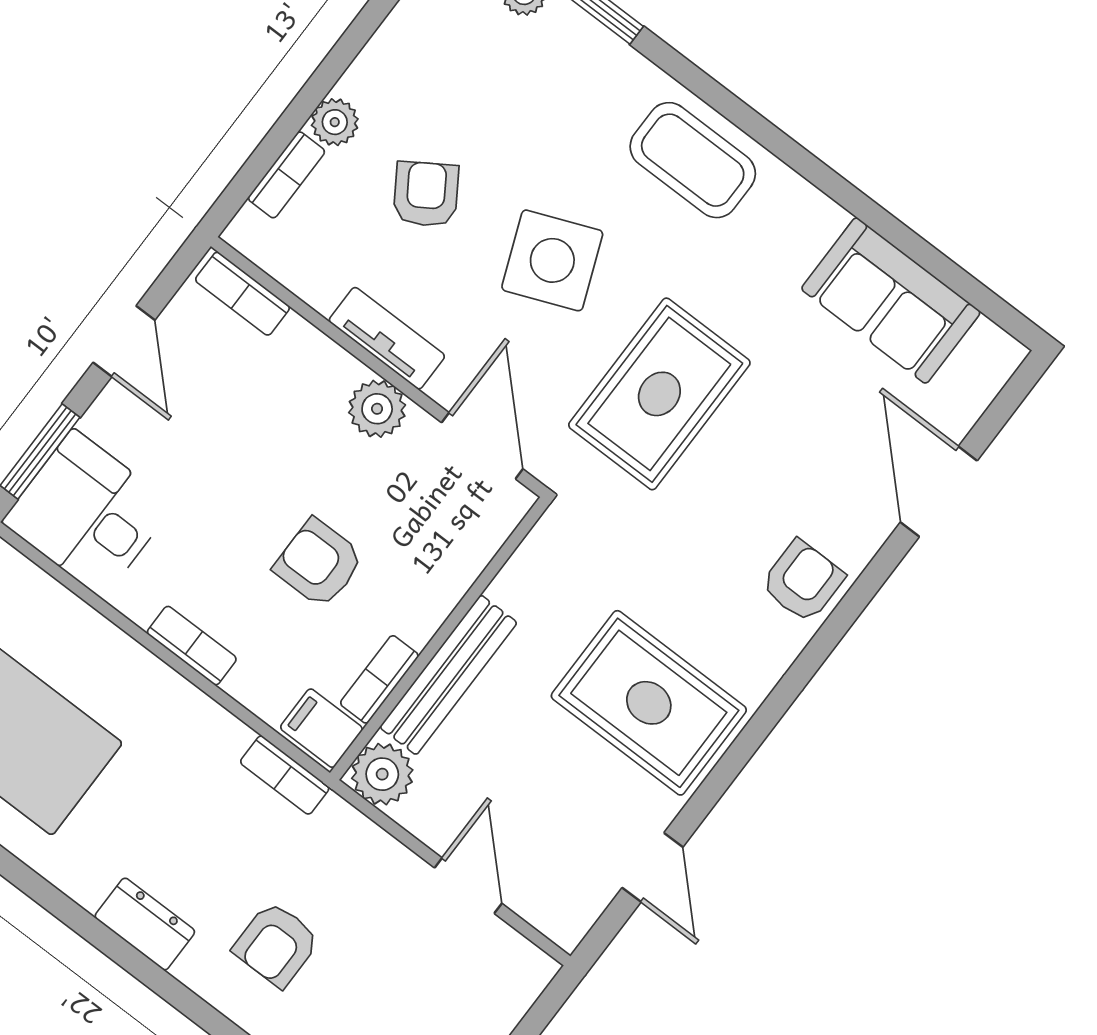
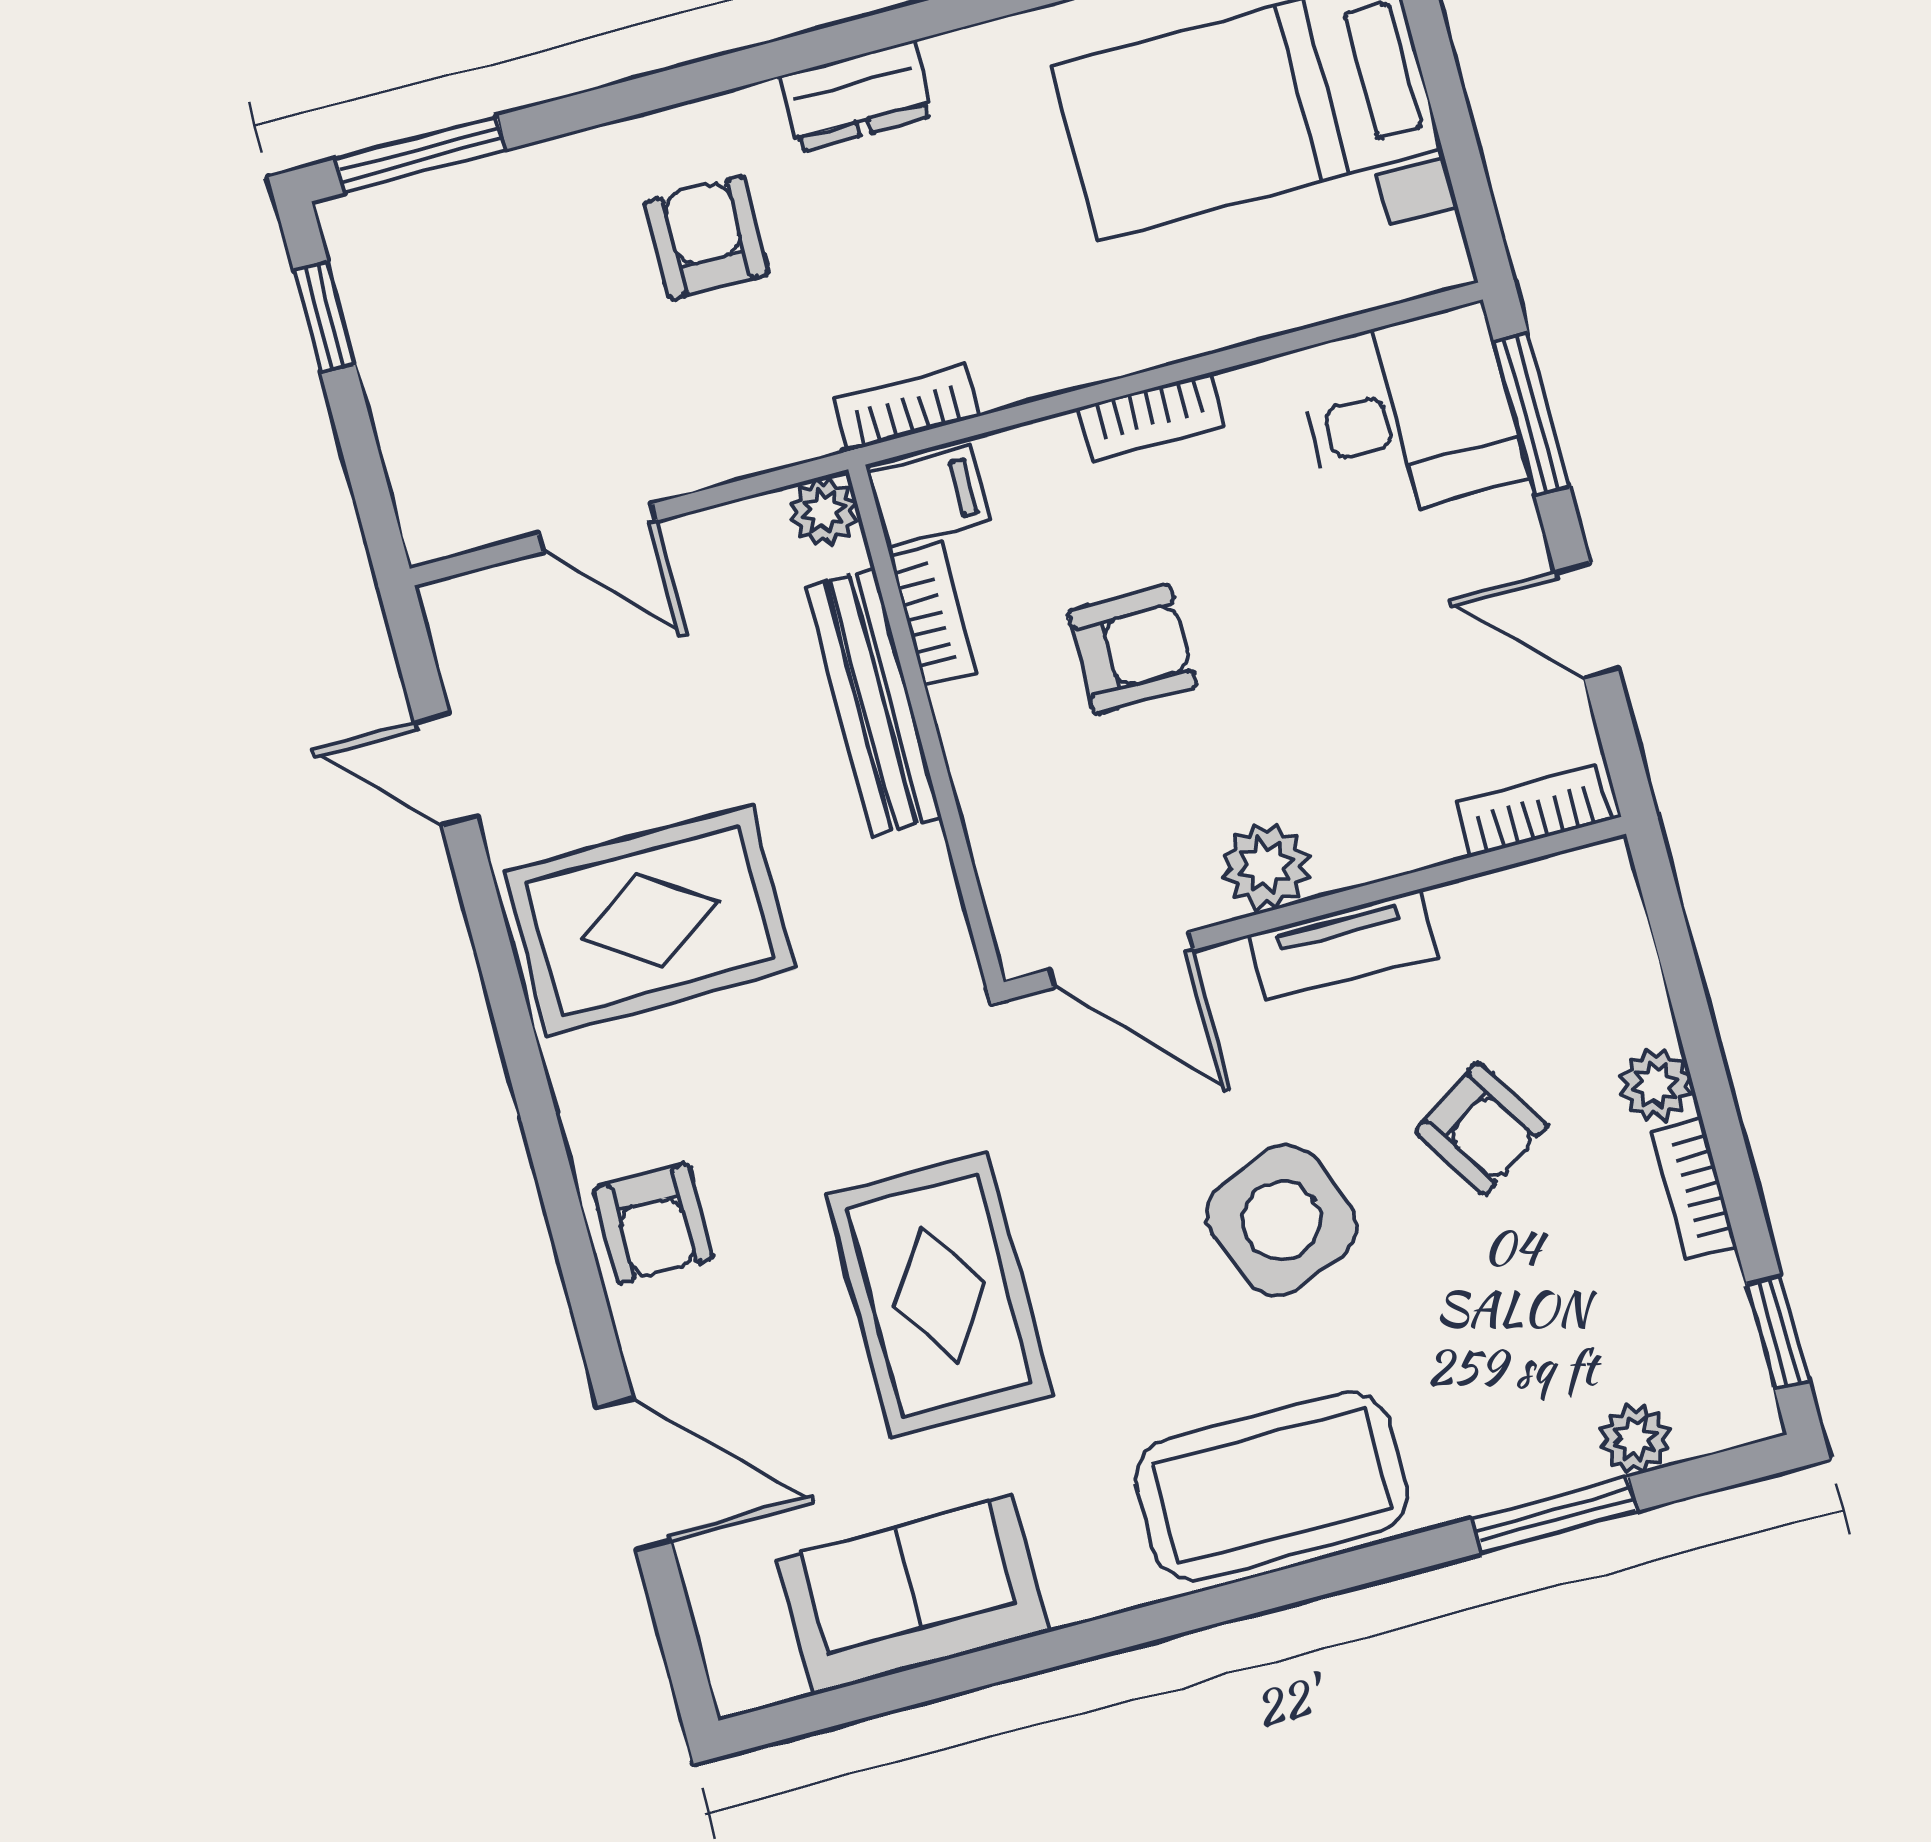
coffee table: (693, 160) -> (1271, 1486), width x1.36, depth x1.32
bookcase: (286, 175) -> (1694, 1189), moved
rug: (659, 394) -> (940, 1295), moved
plant: (382, 774) -> (824, 512), width x0.73, depth x0.73

